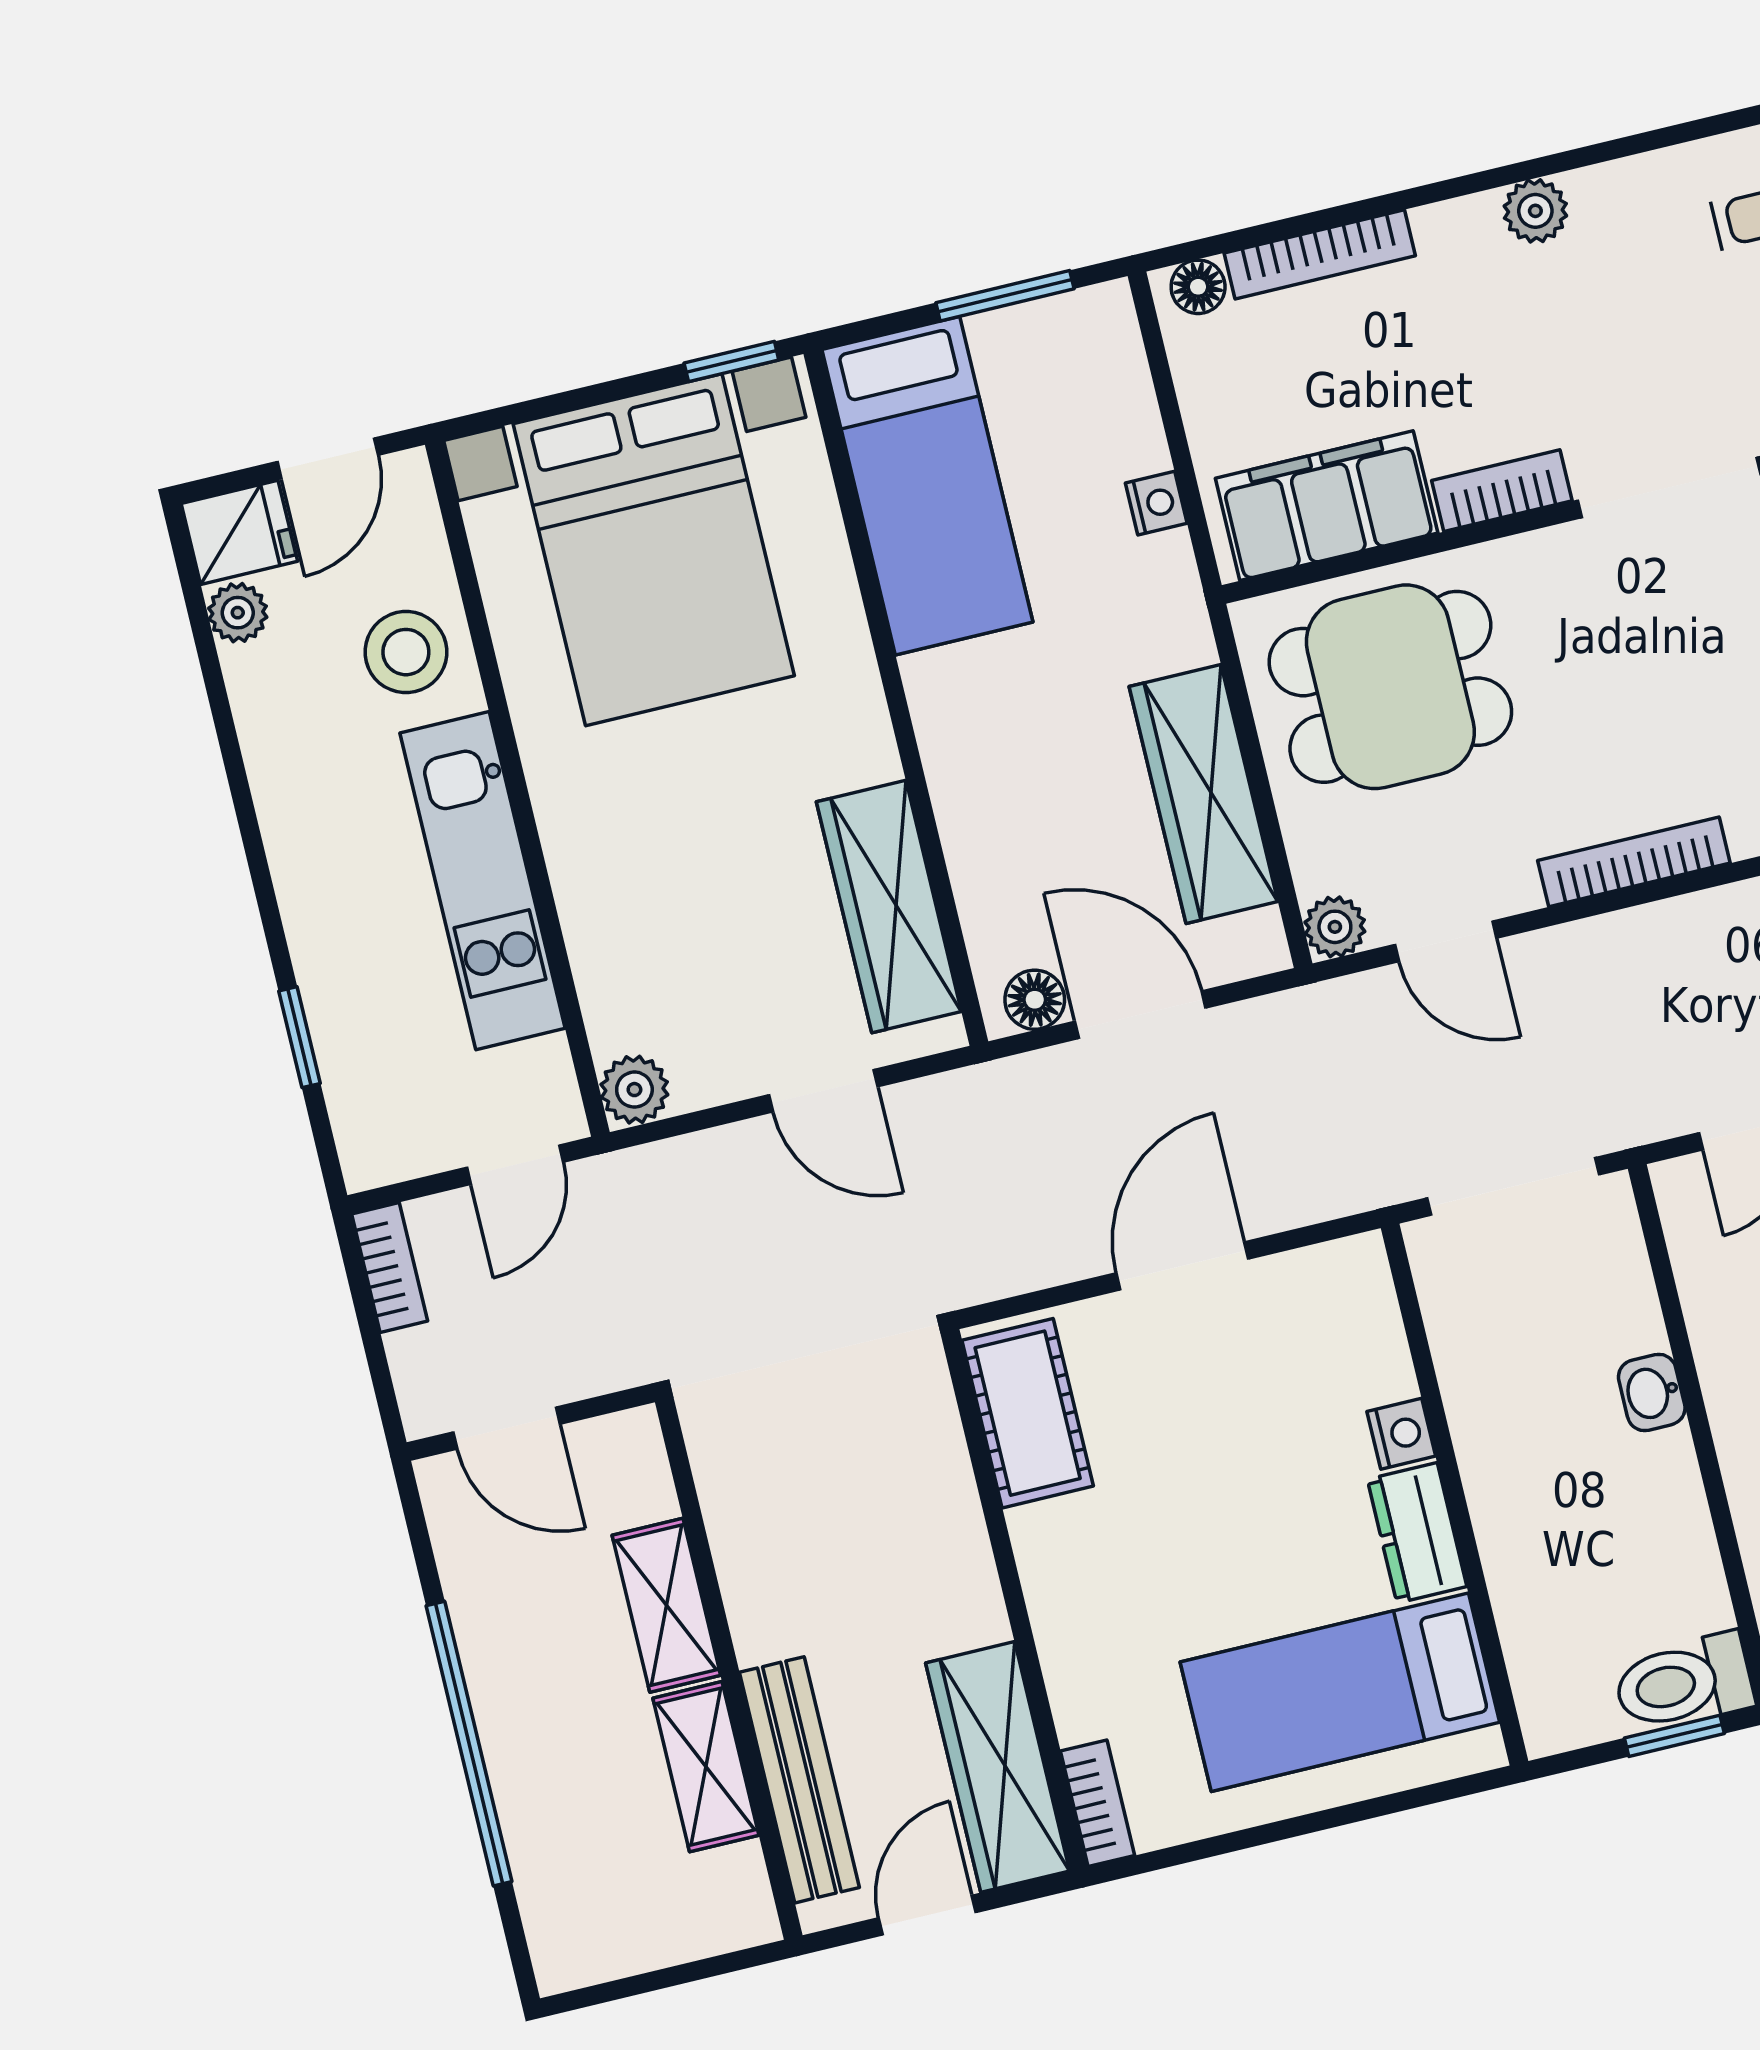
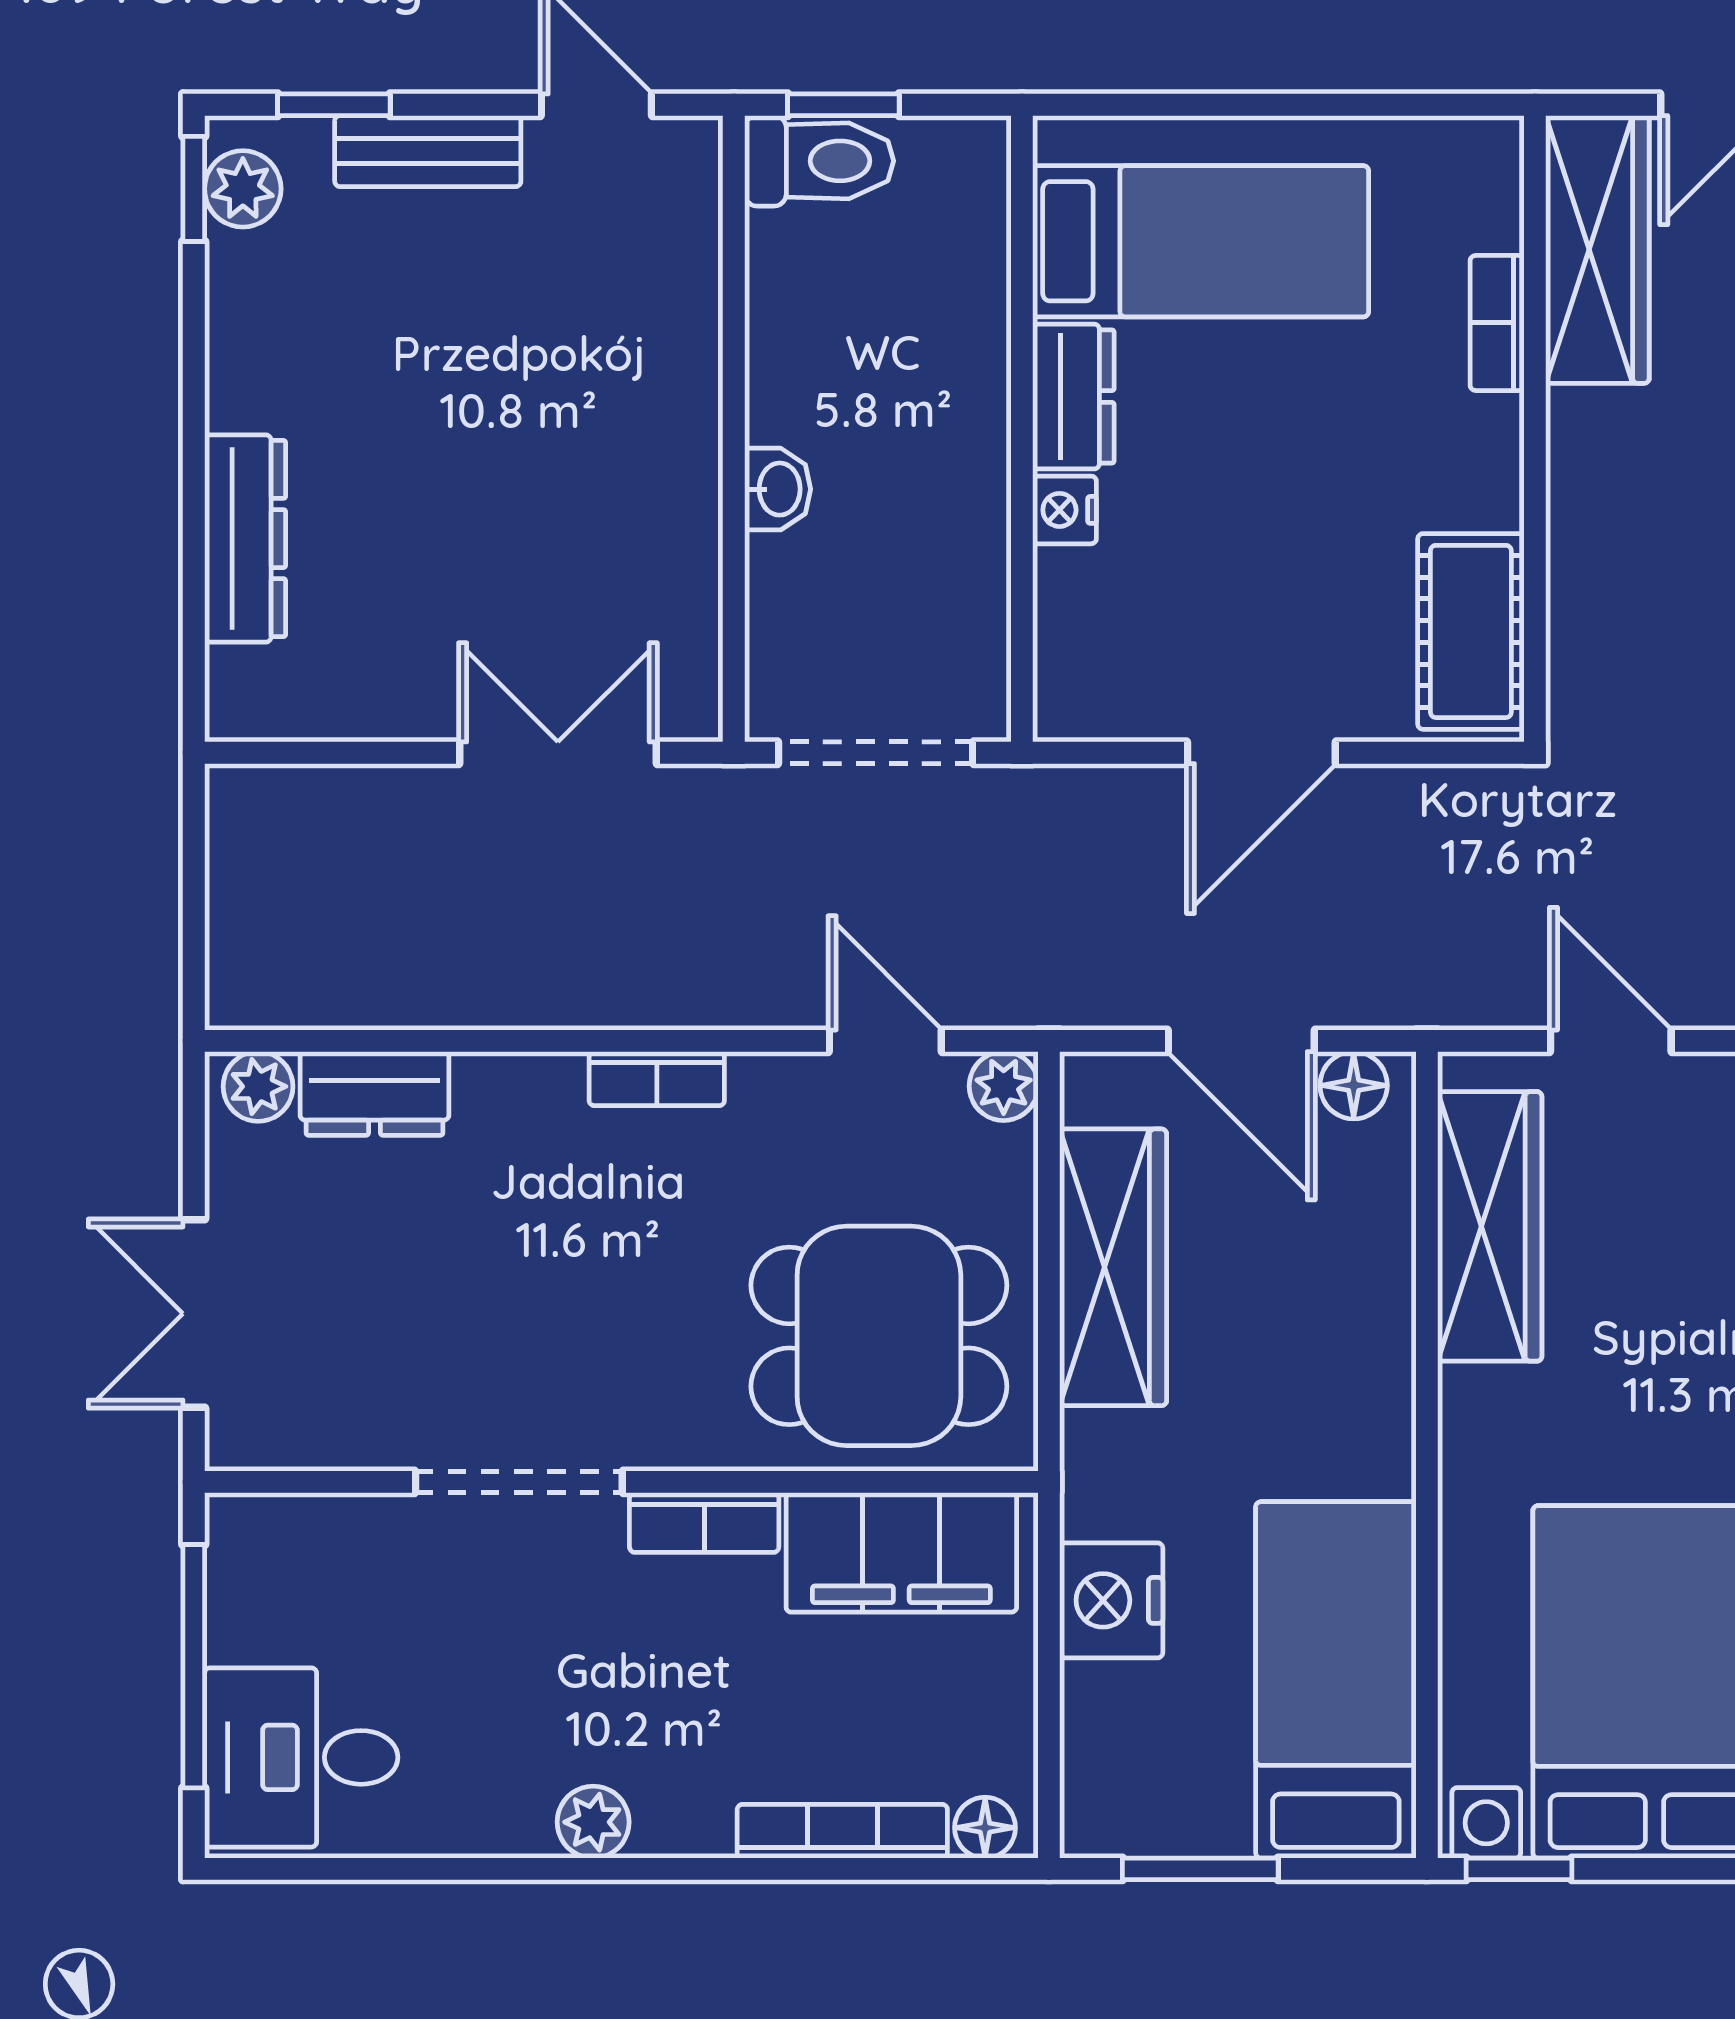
nightstand: (1156, 503) -> (1111, 1600), width x1.89, depth x1.79
bookcase: (1634, 862) -> (657, 1079), width x0.64
bookcase: (1098, 1803) -> (1497, 323), moved

